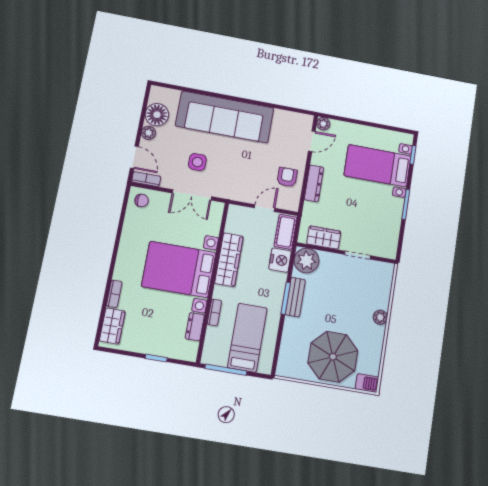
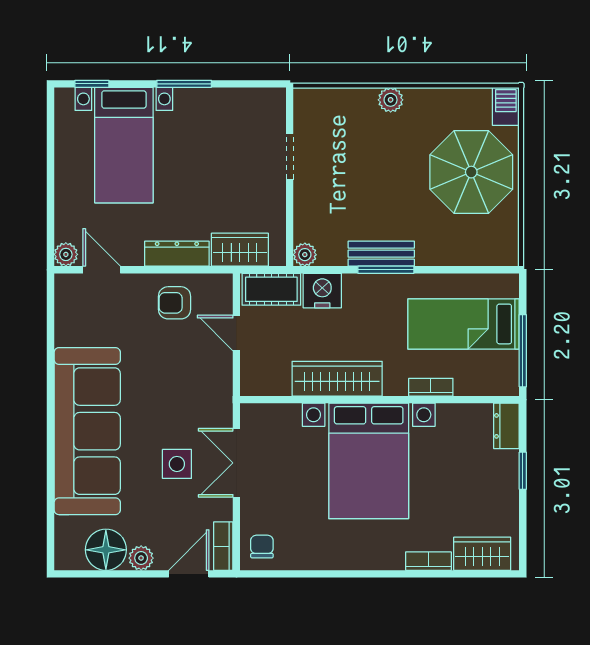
double door: (192, 195) -> (236, 463), swing flipped
wardrobe: (324, 238) -> (240, 250), moved, turned 90
plant: (307, 261) -> (305, 255), width x0.53, depth x0.53
dresser: (195, 327) -> (506, 426), moved, turned 90

